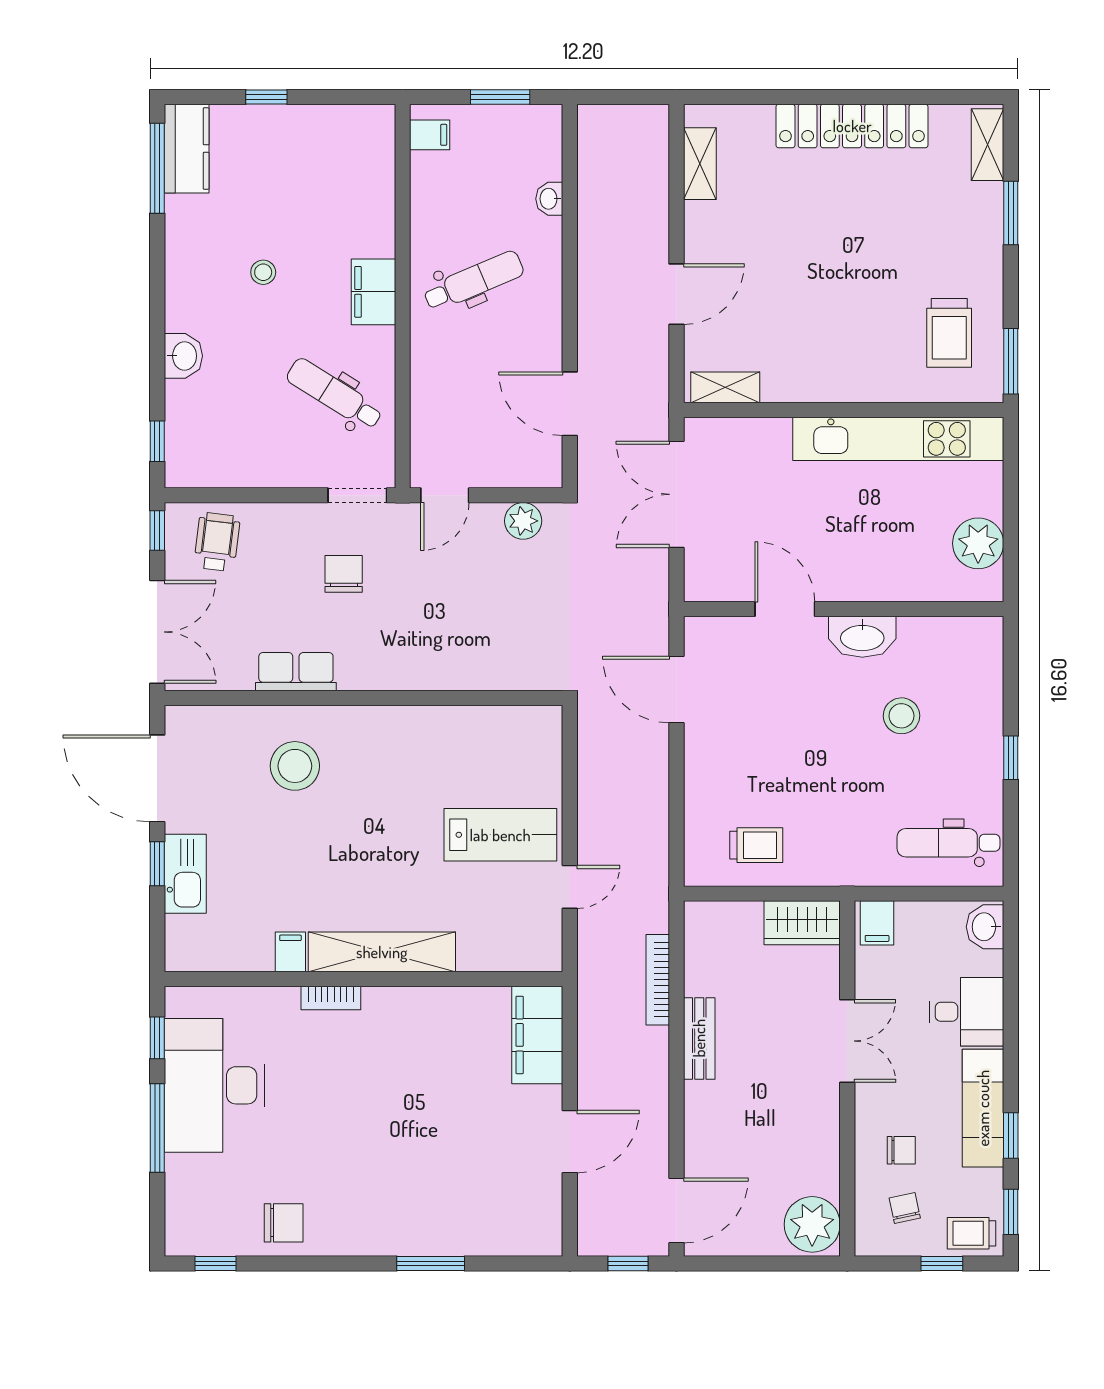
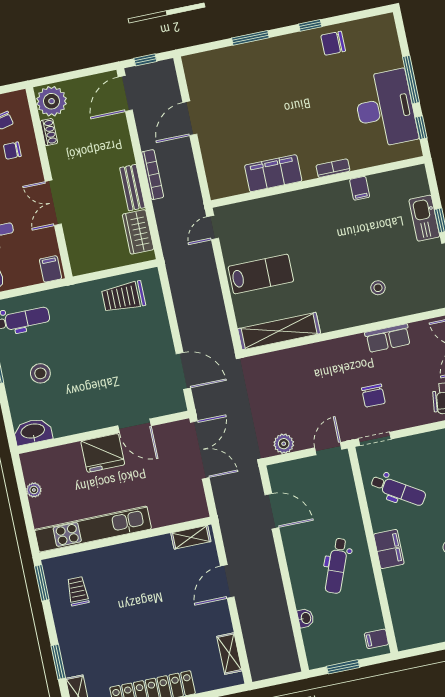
dental chair: (474, 281) -> (337, 566), turned -46
trolley: (949, 333) -> (78, 591), width x0.73, depth x0.72
double door: (676, 494) -> (200, 450), moved
plant: (978, 543) -> (34, 490), width x0.53, depth x0.53
fridge: (852, 572) -> (103, 453), added
washbasin: (862, 637) -> (33, 432), moved
stool: (901, 716) -> (40, 373), moved
stool: (295, 766) -> (378, 288), width x0.53, depth x0.53
lab bench: (500, 835) -> (261, 274), turned 180
trolley: (756, 845) -> (124, 297), width x1.36, depth x1.39
door: (570, 887) -> (213, 228), moved
wardrobe: (802, 923) -> (138, 232), moved, turned -90
shelving: (382, 952) -> (279, 331), moved
bookcase: (658, 980) -> (153, 175), moved
filing cabinet: (537, 1035) -> (273, 173), moved, turned -90
shoe rack: (828, 1170) -> (49, 132), added
window: (215, 1264) -> (310, 25), moved

